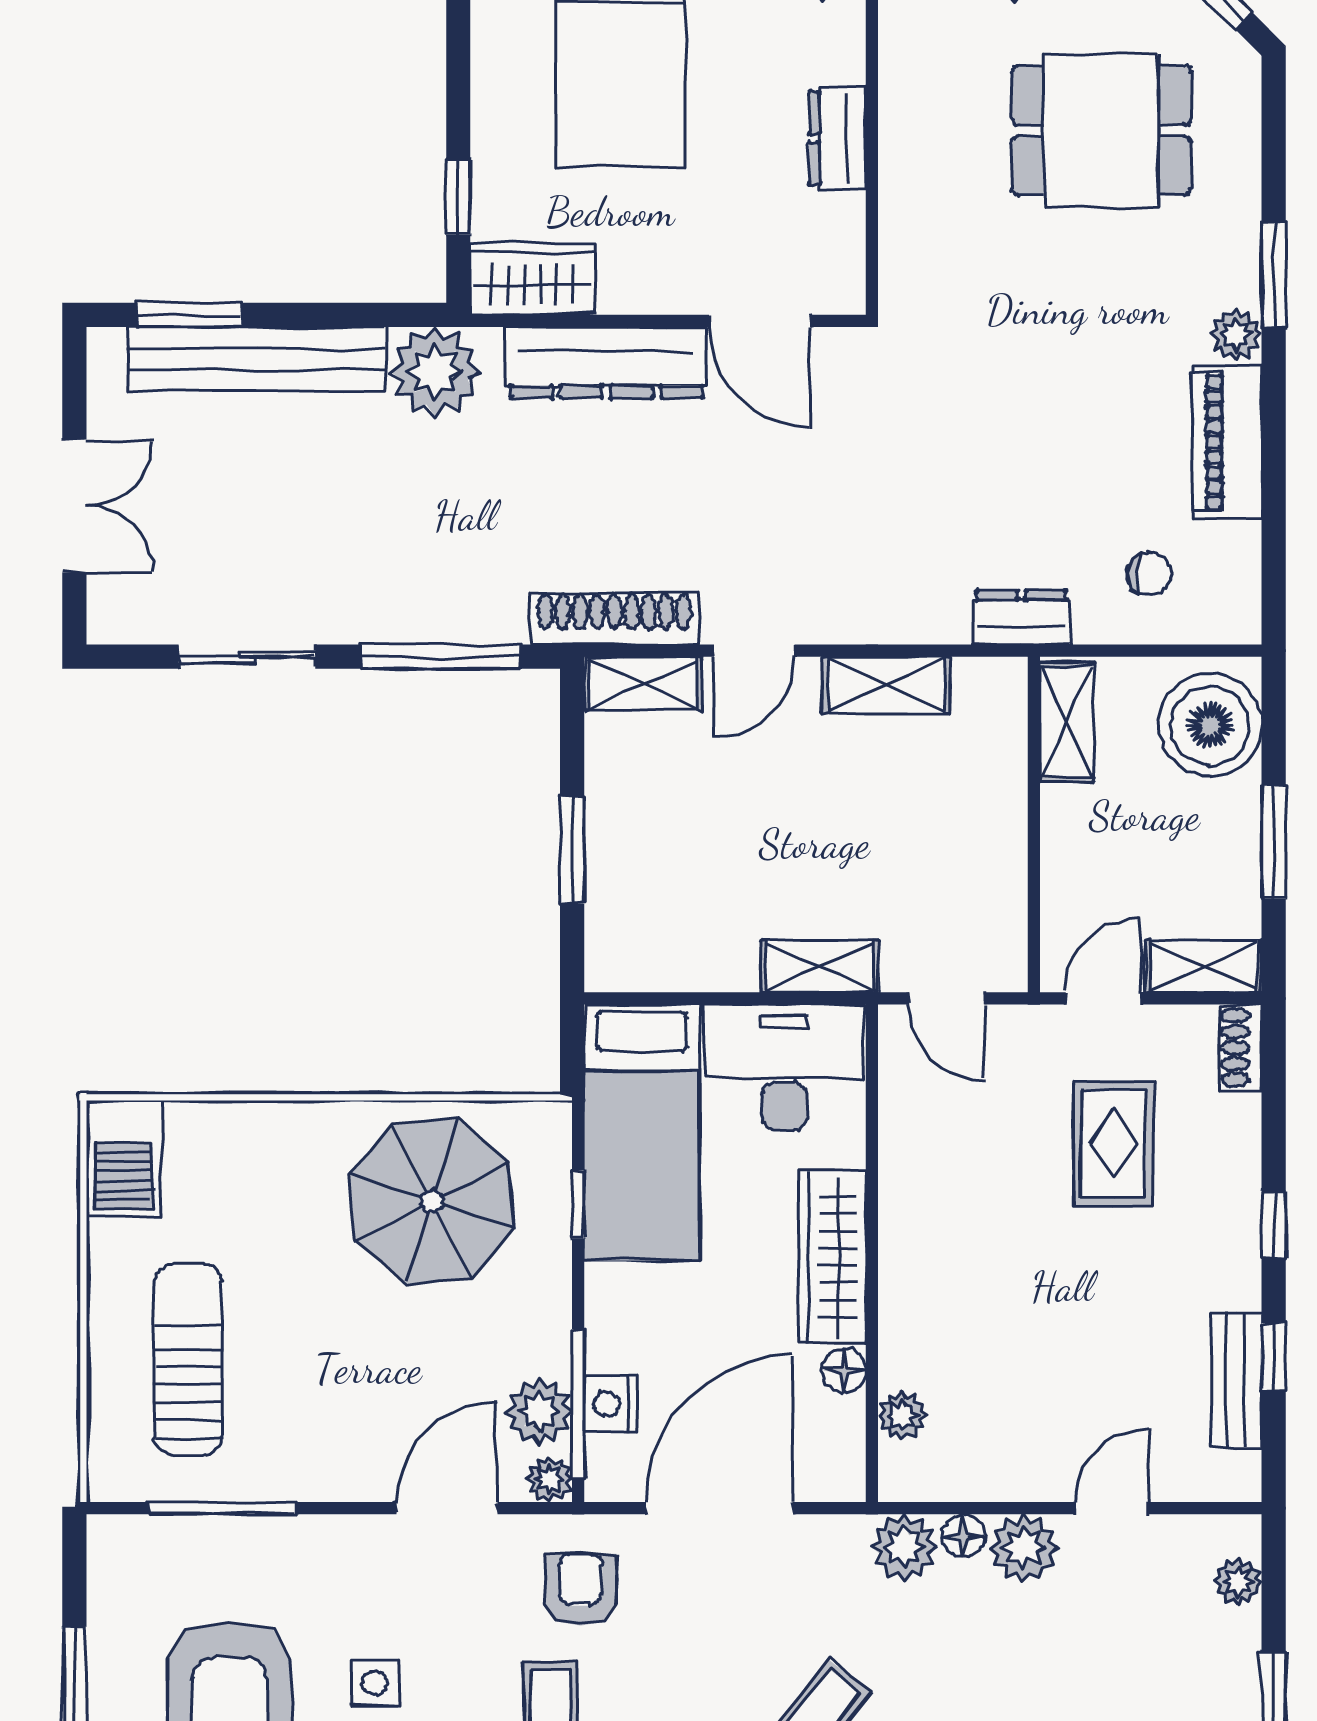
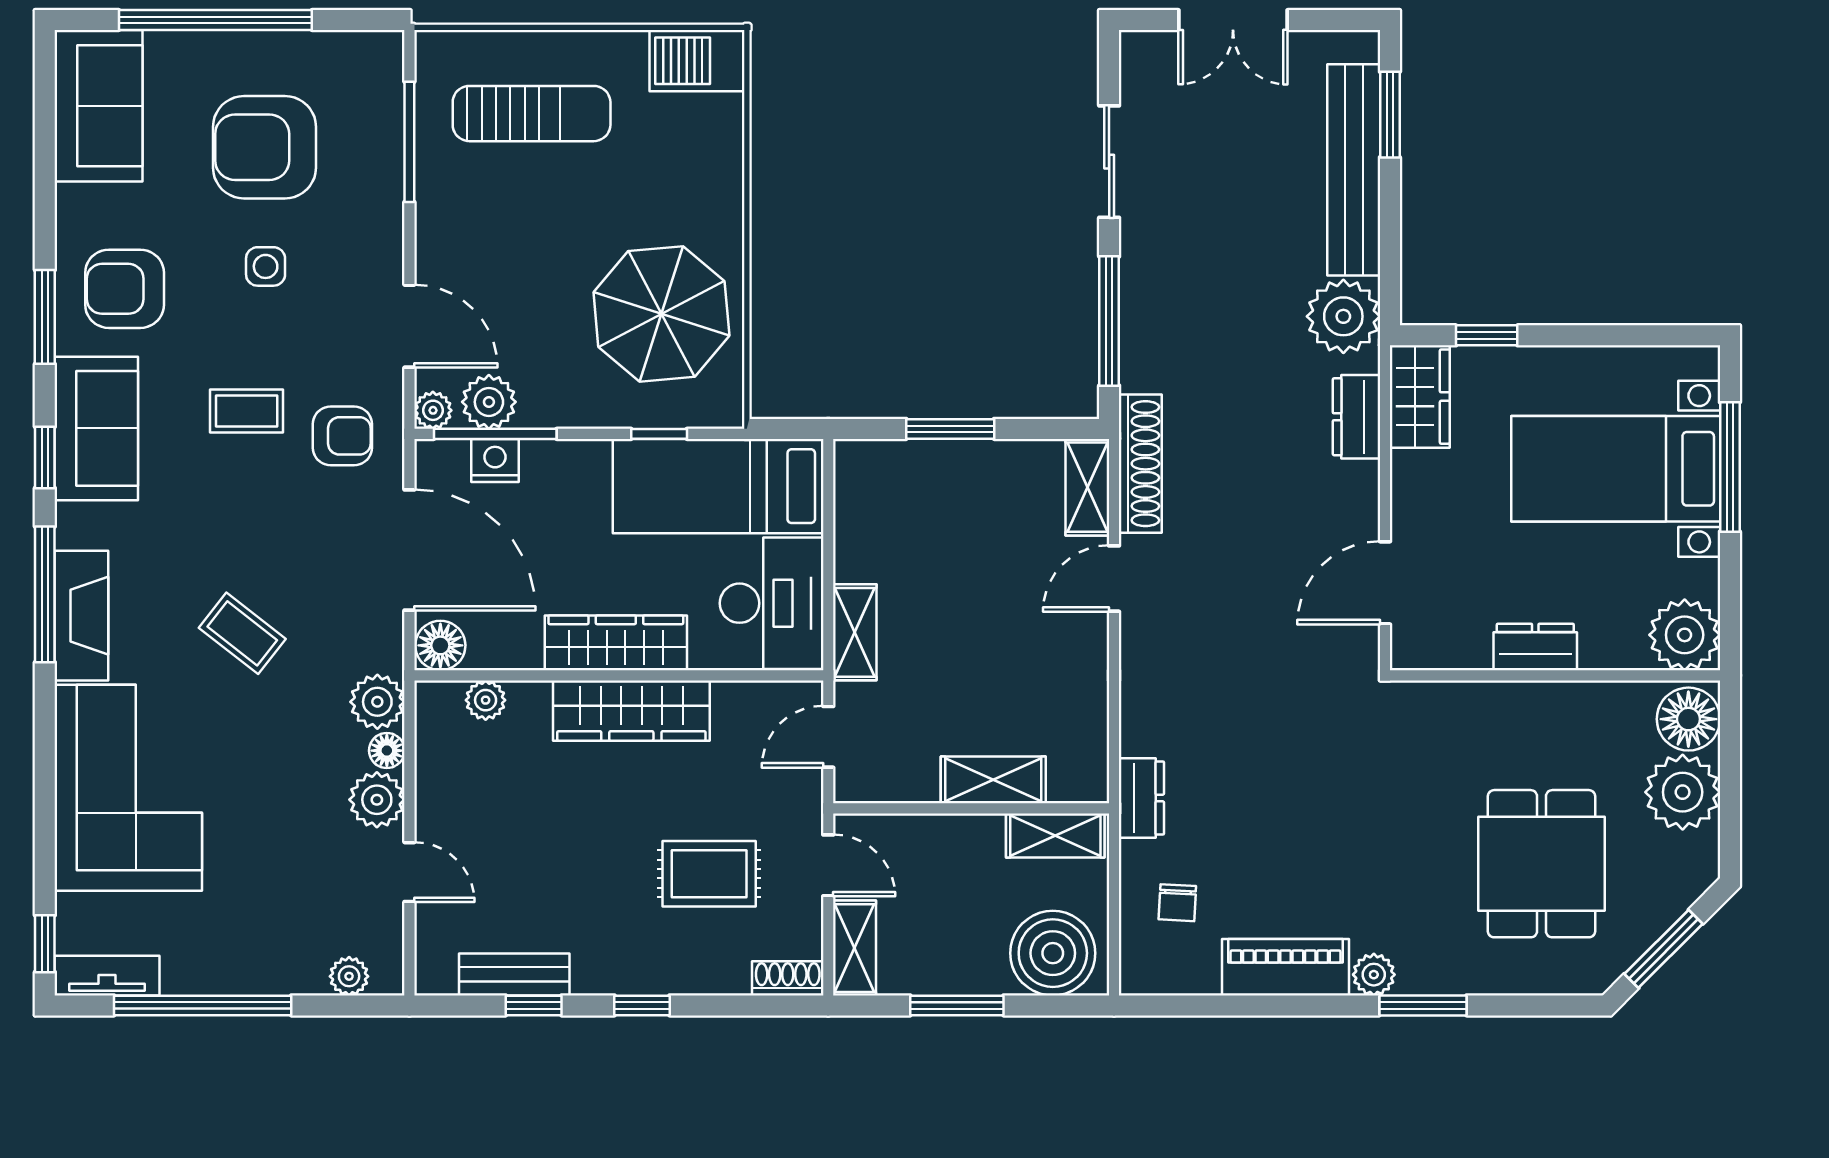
dresser: (606, 363) -> (1357, 417), width x0.51, depth x0.80
door: (754, 651) -> (1114, 579), hinge flipped
shelving: (887, 685) -> (993, 780), moved, turned 90
wardrobe: (915, 1238) -> (631, 711), added
floor lamp: (844, 1370) -> (440, 645), moved, width x1.37, depth x1.37

